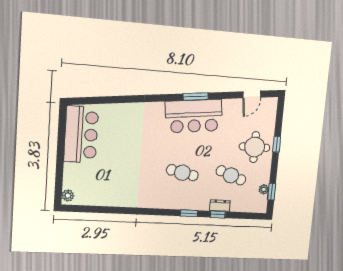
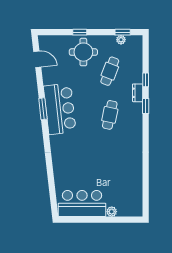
plant: (68, 196) -> (112, 212), moved
dresser: (220, 206) -> (138, 93), moved

